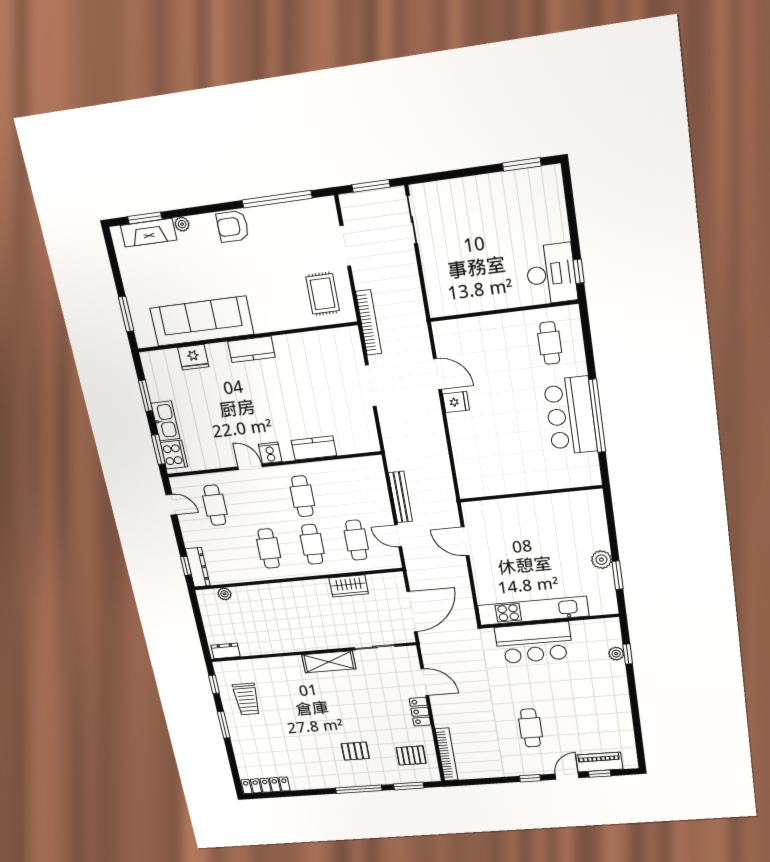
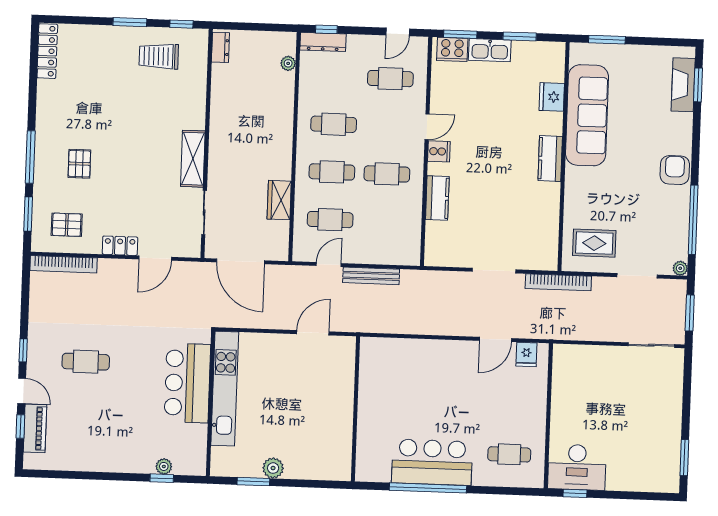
plant: (182, 224) -> (680, 268), moved
fridge: (456, 402) -> (526, 355), moved
pallet: (411, 755) -> (67, 225), turned 90

